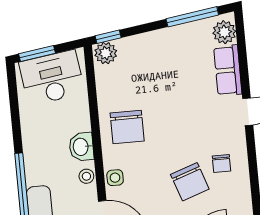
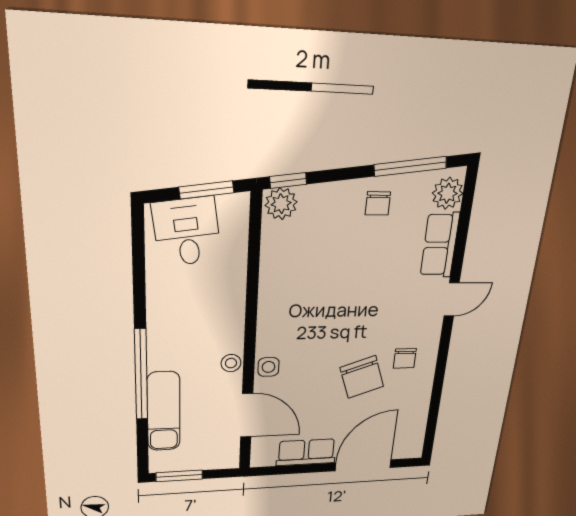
window: (37, 54) -> (207, 190), moved
desk: (52, 78) -> (187, 232), width x0.73
chair: (127, 127) -> (378, 203), moved, width x0.54, depth x0.54
washbasin: (81, 147) -> (229, 326), removed

